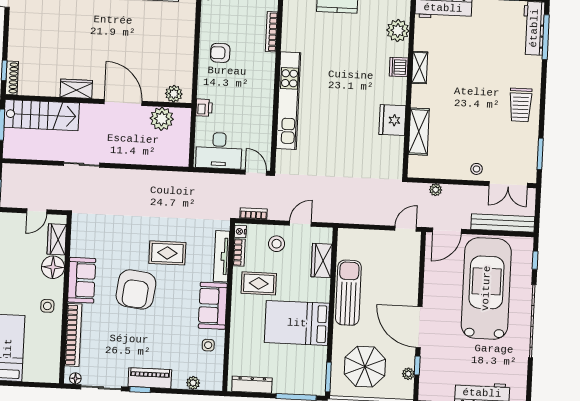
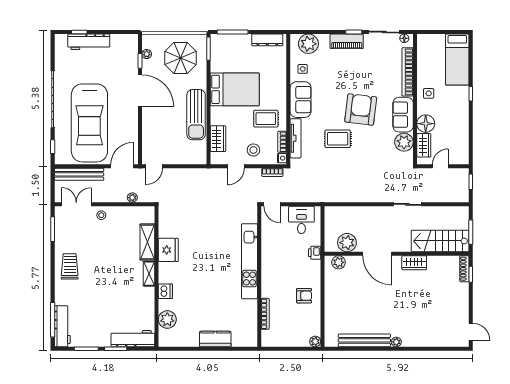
shelving: (420, 68) -> (149, 274), moved
desk: (219, 151) -> (301, 220), width x0.73
plant: (82, 245) -> (404, 142), added
plant: (193, 383) -> (308, 44), width x1.87, depth x1.87

